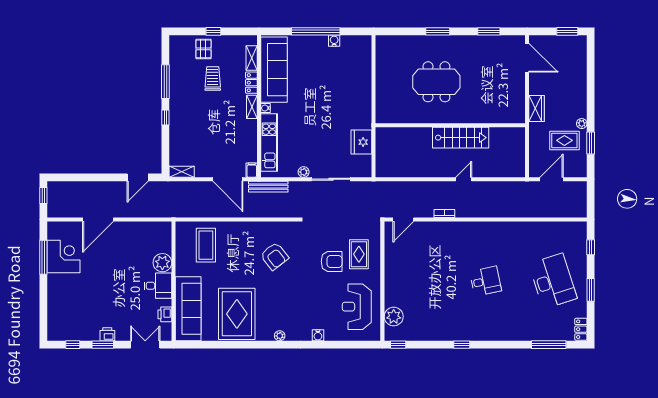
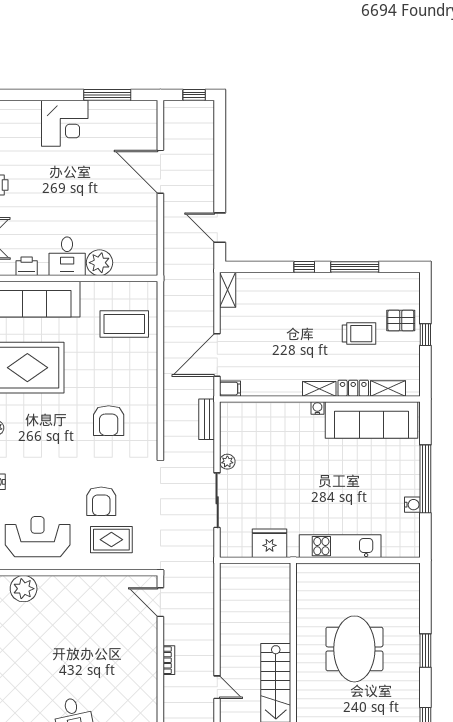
kitchen unit: (269, 142) -> (340, 546), moved, turned 180
bench: (268, 187) -> (207, 419), width x0.73
armchair: (274, 256) -> (109, 421), turned -52
corner desk: (63, 257) -> (65, 123), moved

